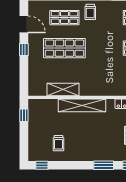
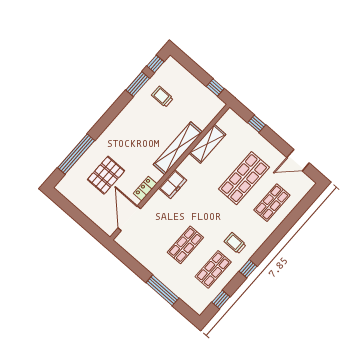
trolley: (90, 12) -> (235, 243), moved
window: (24, 50) -> (257, 124), moved
freezer: (107, 89) -> (173, 184), added
window: (104, 165) -> (138, 84), moved

